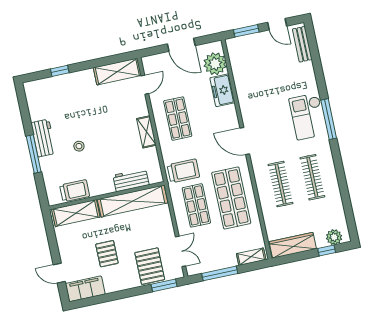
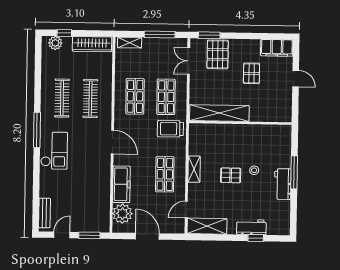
door: (277, 24) -> (62, 235), hinge flipped
freezer: (222, 90) -> (121, 184), width x1.40
window: (329, 119) -> (37, 130), moved
pallet: (104, 134) -> (231, 175), added
workbench: (131, 180) -> (251, 227), moved, turned 180
trolley: (75, 191) -> (267, 133), removed
shop shelf: (231, 198) -> (135, 96), width x0.70, depth x0.74
shelving: (76, 213) -> (270, 114), removed
door: (59, 273) -> (296, 79), moved

